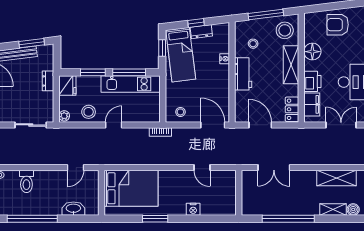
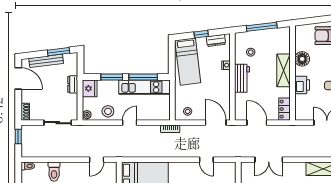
stool: (285, 30) -> (278, 41), removed
dresser: (201, 32) -> (216, 40), moved
window: (162, 48) -> (172, 56), removed
filing cabinet: (312, 104) -> (302, 105), removed

